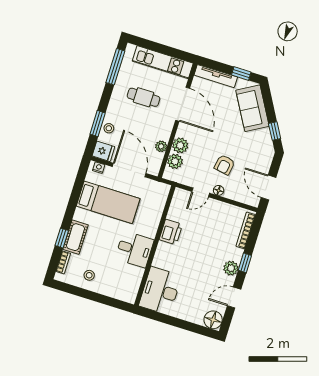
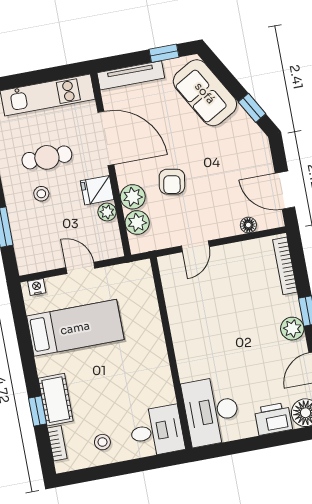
stool: (109, 128) -> (41, 194), moved
fridge: (103, 151) -> (97, 190), moved, turned 180
armchair: (225, 165) -> (172, 182), moved
door: (129, 170) -> (80, 268), width x0.53
floor lamp: (219, 190) -> (248, 225), moved
printer: (171, 232) -> (273, 419), moved, turned -90
desk: (134, 249) -> (157, 431), moved

